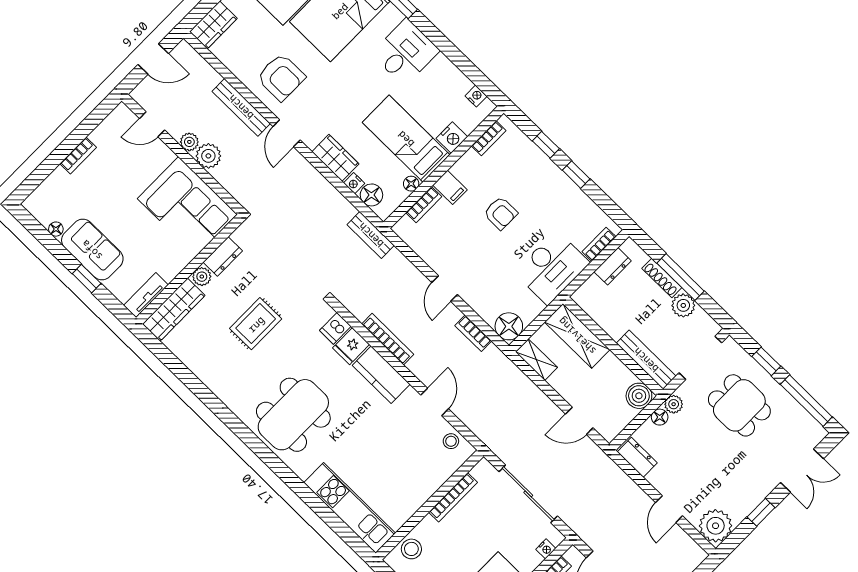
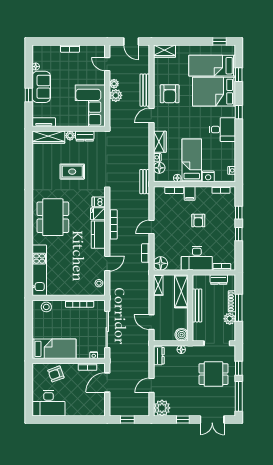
bench: (646, 360) -> (197, 305), moved
plant: (674, 404) -> (191, 350), removed
dining table: (739, 405) -> (214, 374), turned 90
dining table: (293, 415) -> (53, 217), turned 90

